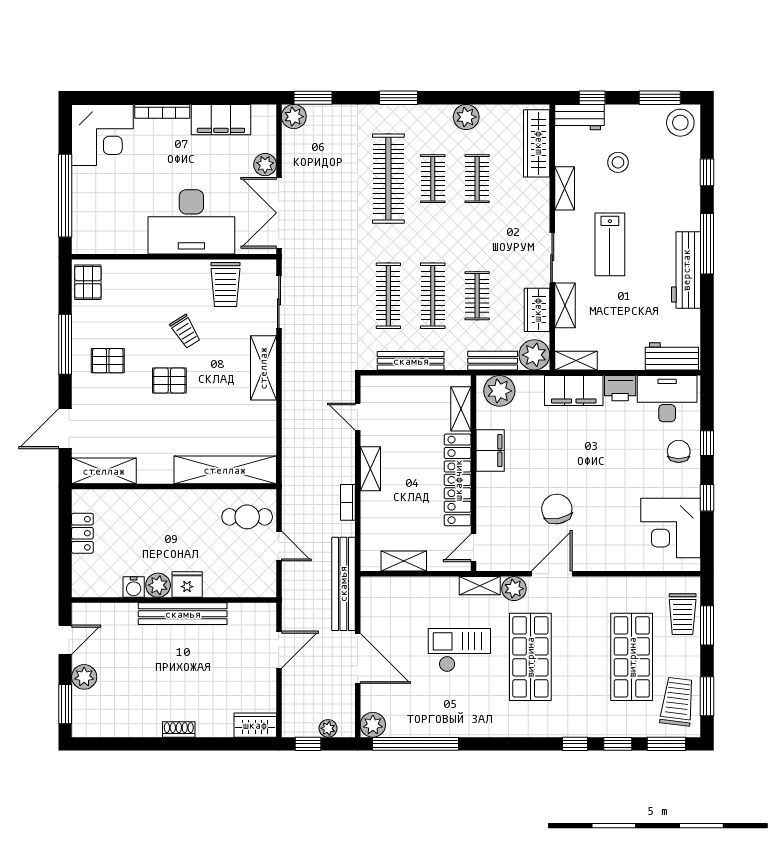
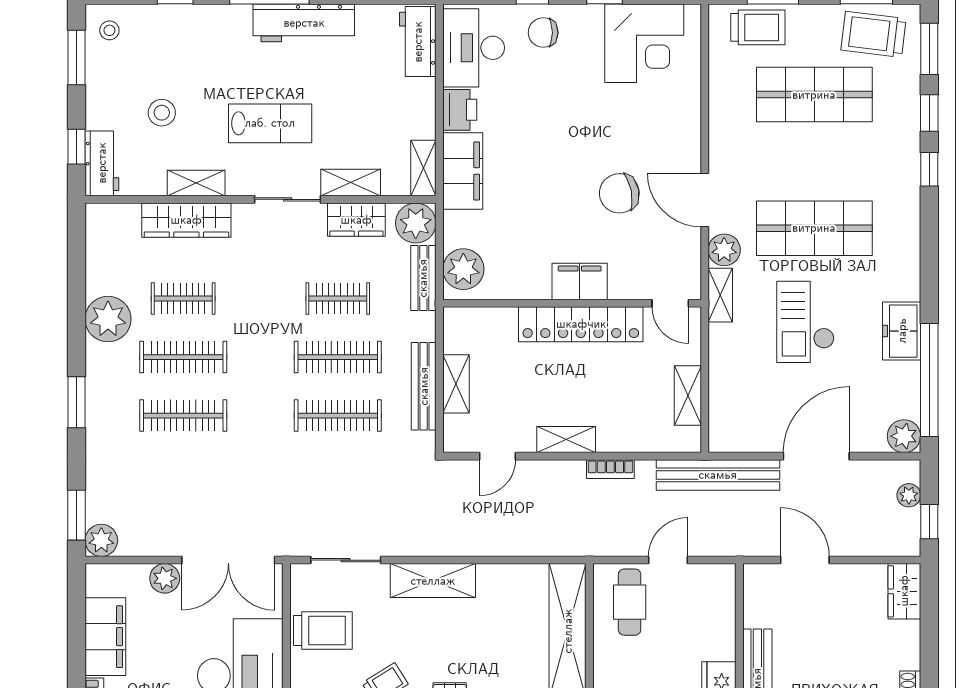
plant: (466, 117) -> (108, 319), width x1.36, depth x1.36
stool: (680, 123) -> (109, 30), width x0.53, depth x0.53
wardrobe: (537, 143) -> (186, 220), moved
clothes rail: (388, 179) -> (183, 416), width x0.73, depth x0.76
clothes rail: (433, 179) -> (183, 357), width x1.36
shelving: (461, 409) -> (456, 384), moved, turned 90
filing cabinet: (490, 451) -> (580, 281), moved
freezer: (452, 723) -> (902, 331), added

